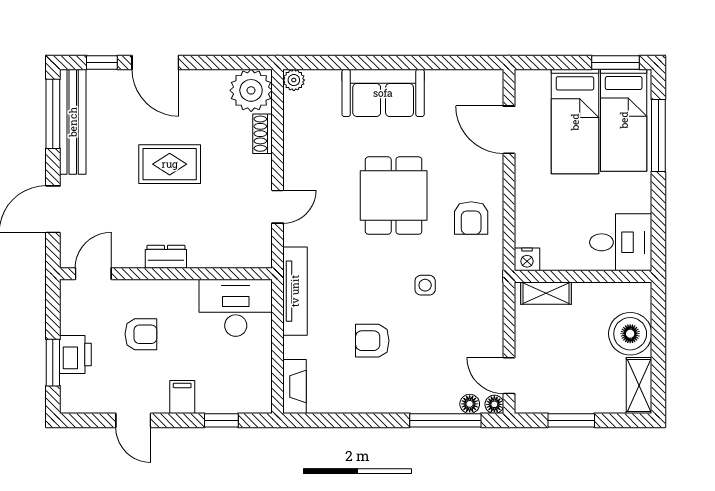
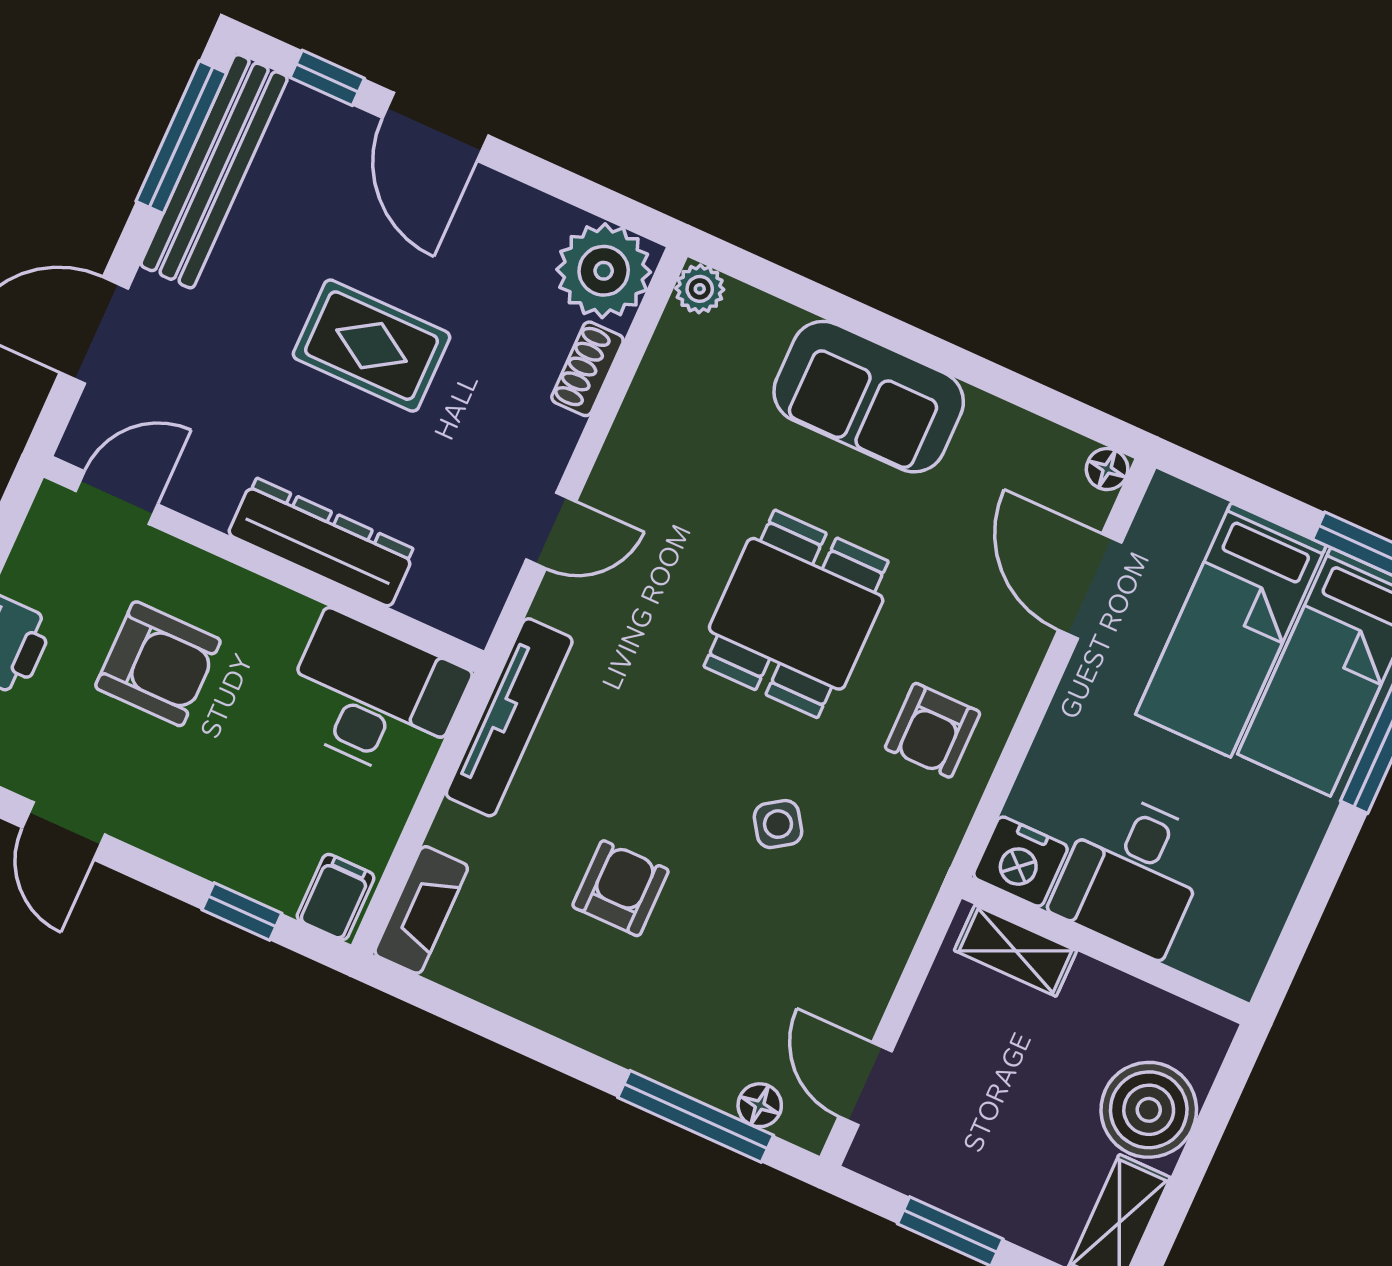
desk: (621, 242) -> (1132, 874), moved, turned 90
dresser: (166, 257) -> (322, 542), width x1.96, depth x1.24
nightstand: (527, 259) -> (1020, 862), width x1.36, depth x1.33
side table: (425, 285) -> (778, 824), turned -34
armchair: (141, 334) -> (158, 664), width x1.38, depth x1.38
armchair: (372, 341) -> (620, 888), turned 90
filing cabinet: (182, 397) -> (336, 897), moved
floor lamp: (494, 404) -> (1107, 469), moved

